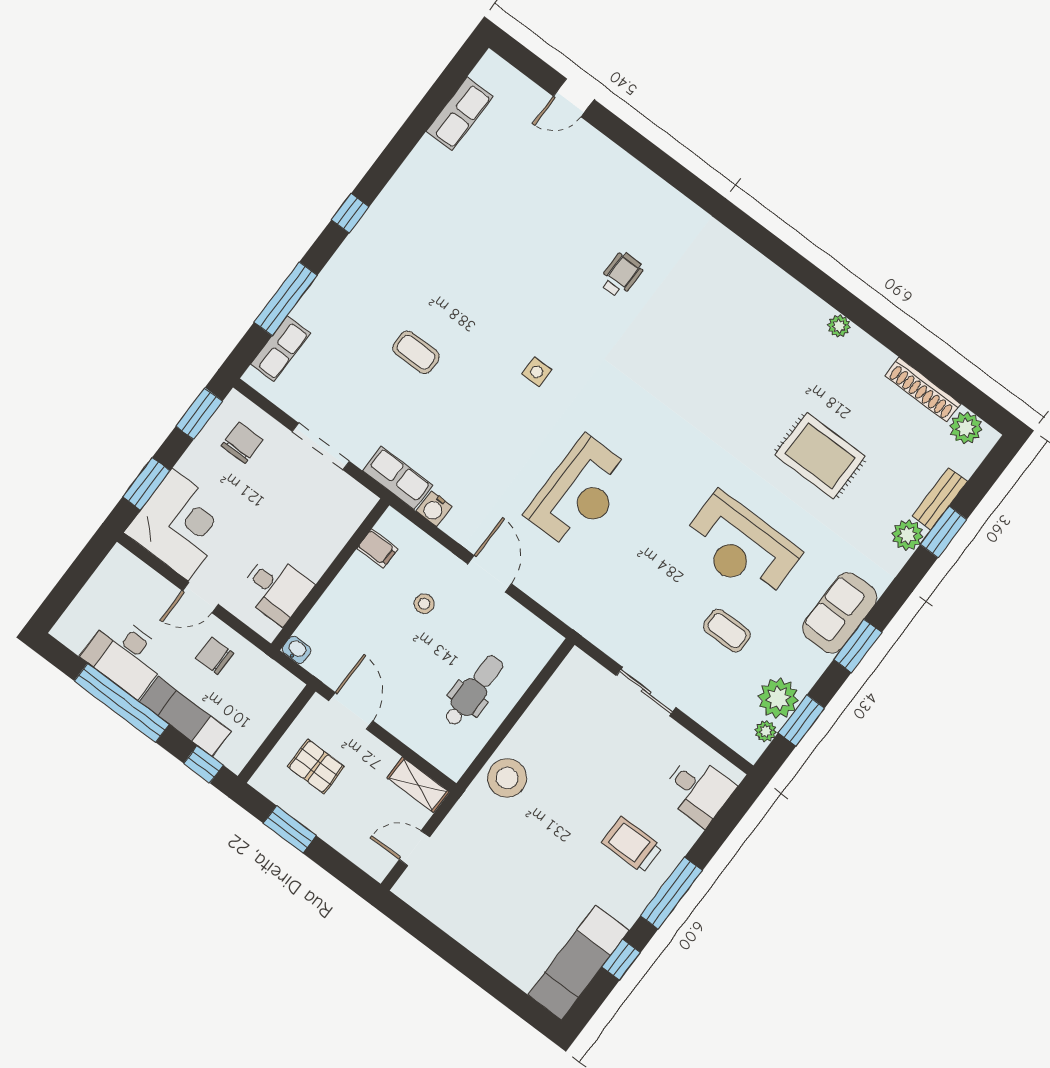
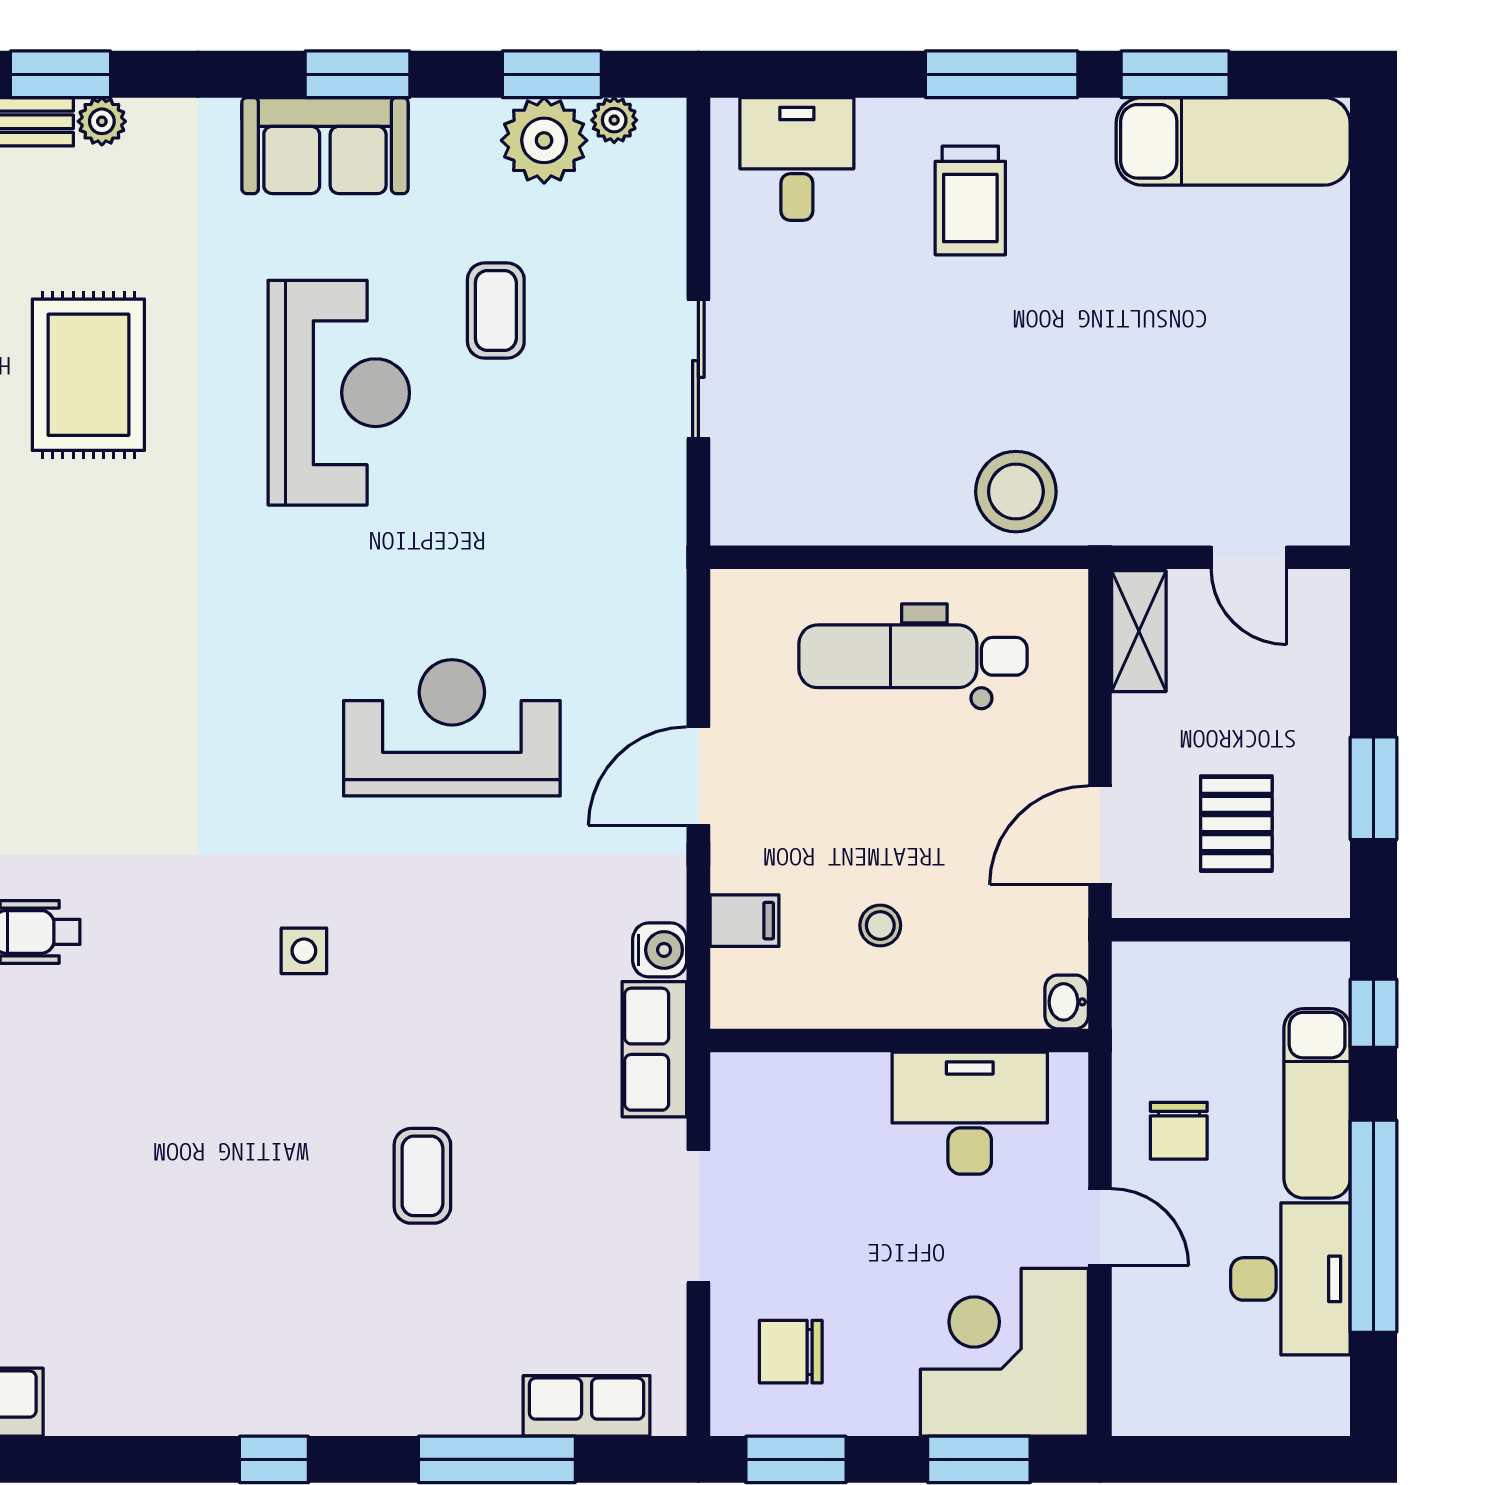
plant: (907, 535) -> (102, 121), width x0.73, depth x0.73
filing cabinet: (378, 548) -> (744, 921), moved, turned 90
desk: (276, 589) -> (970, 1113), width x1.37
stool: (424, 604) -> (880, 925), moved
dental chair: (474, 691) -> (913, 656), width x1.36, depth x1.38
window: (621, 960) -> (1175, 74), width x1.50

